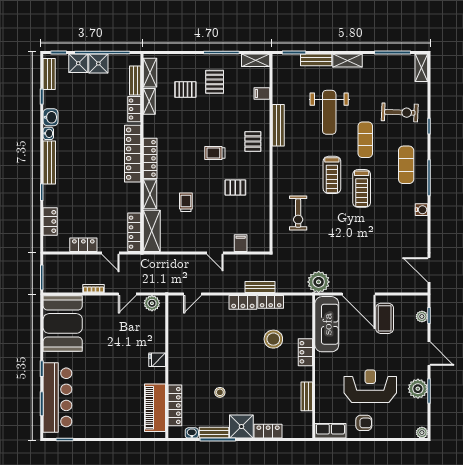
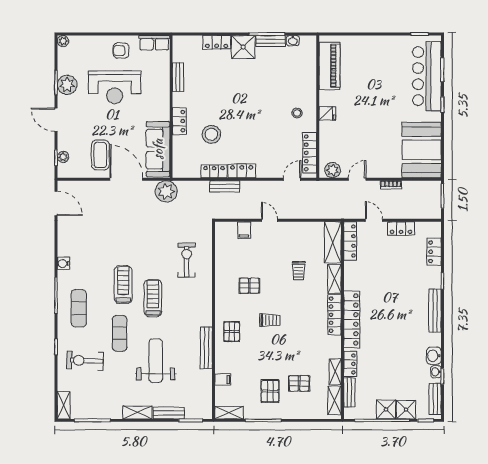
washbasin: (48, 133) -> (436, 372), moved
stool: (220, 392) -> (297, 113), moved
locker: (175, 405) -> (310, 153), moved

